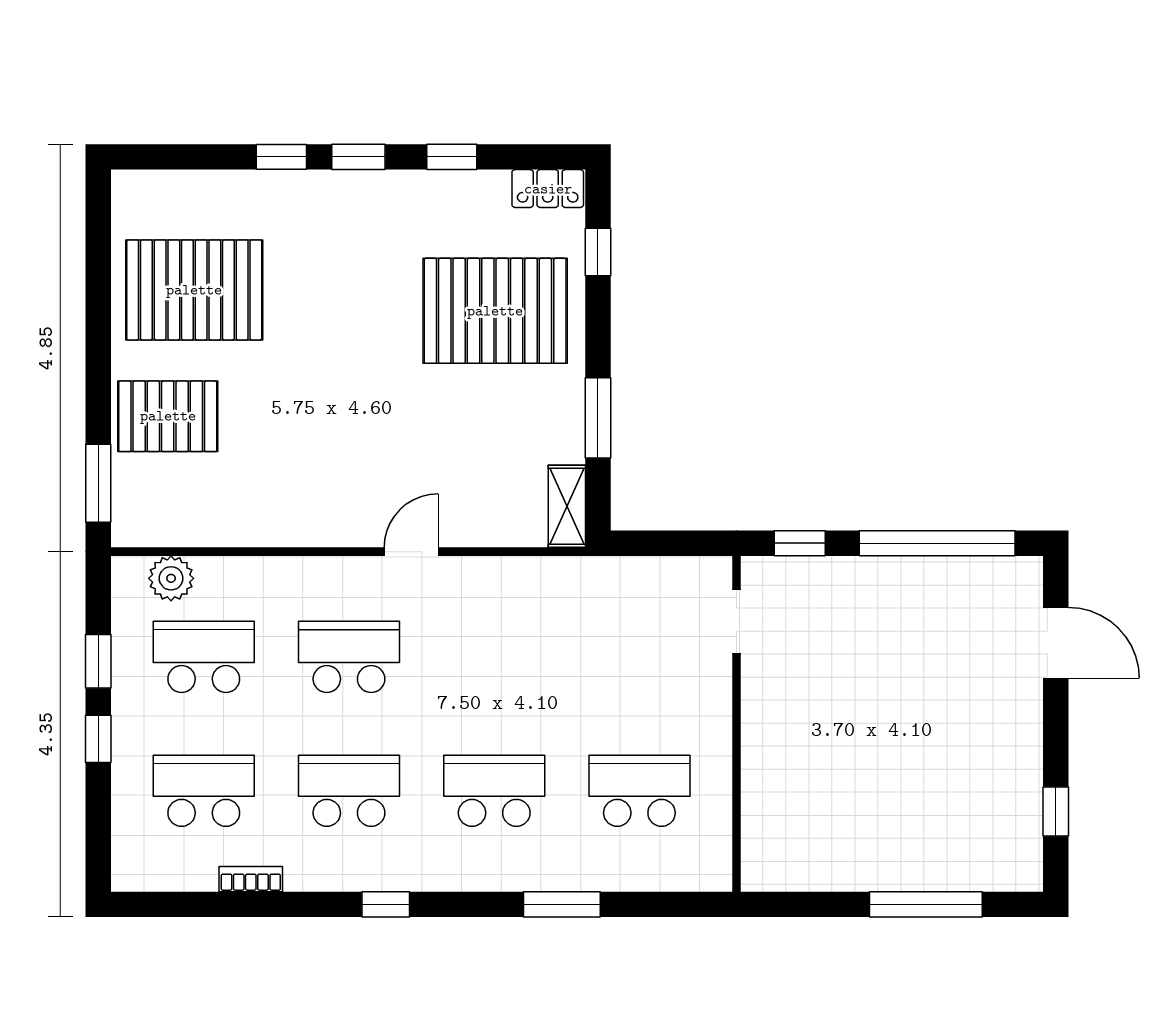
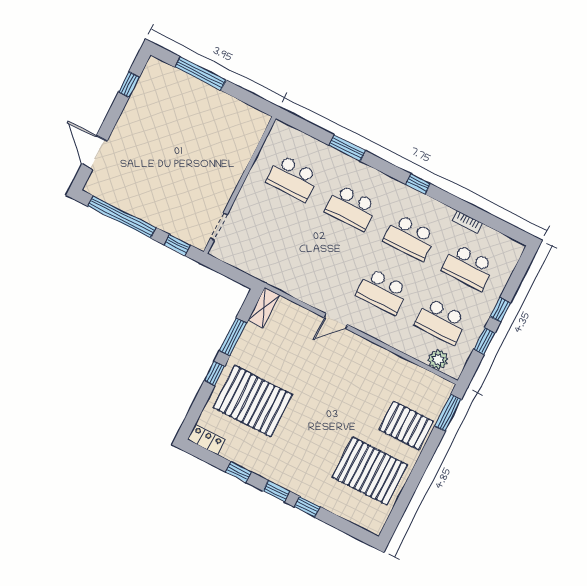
window: (598, 252) -> (215, 373), moved

